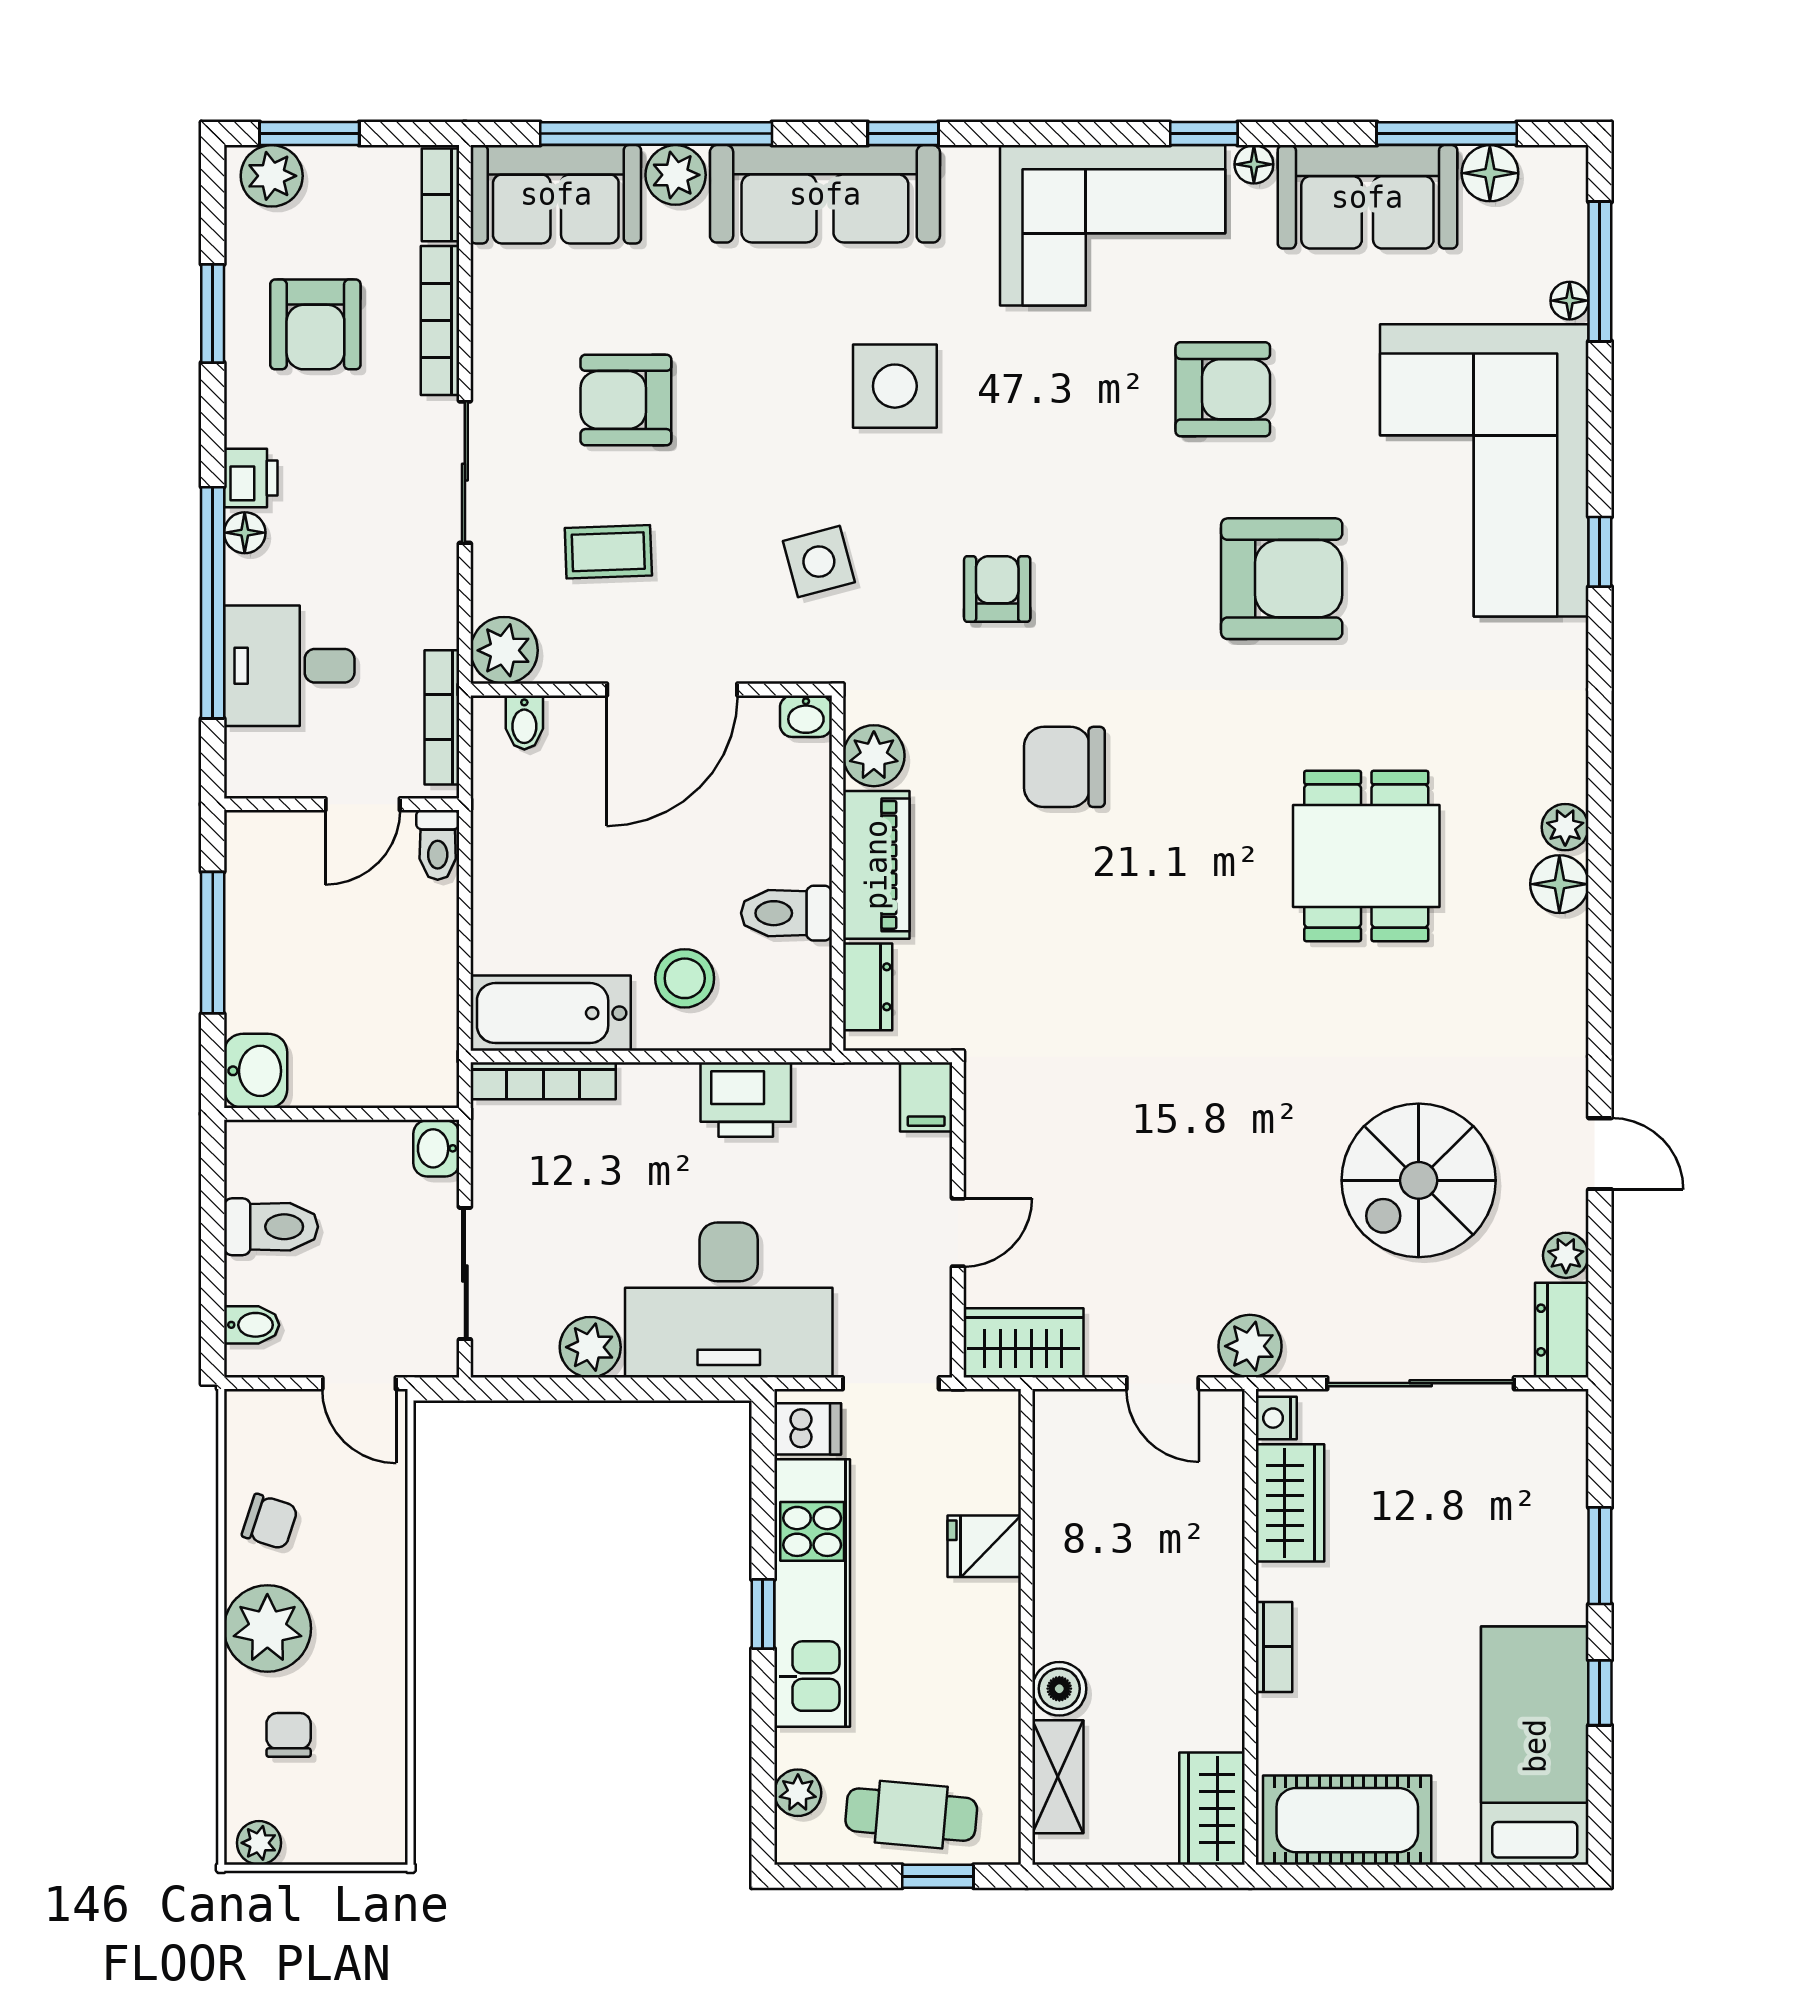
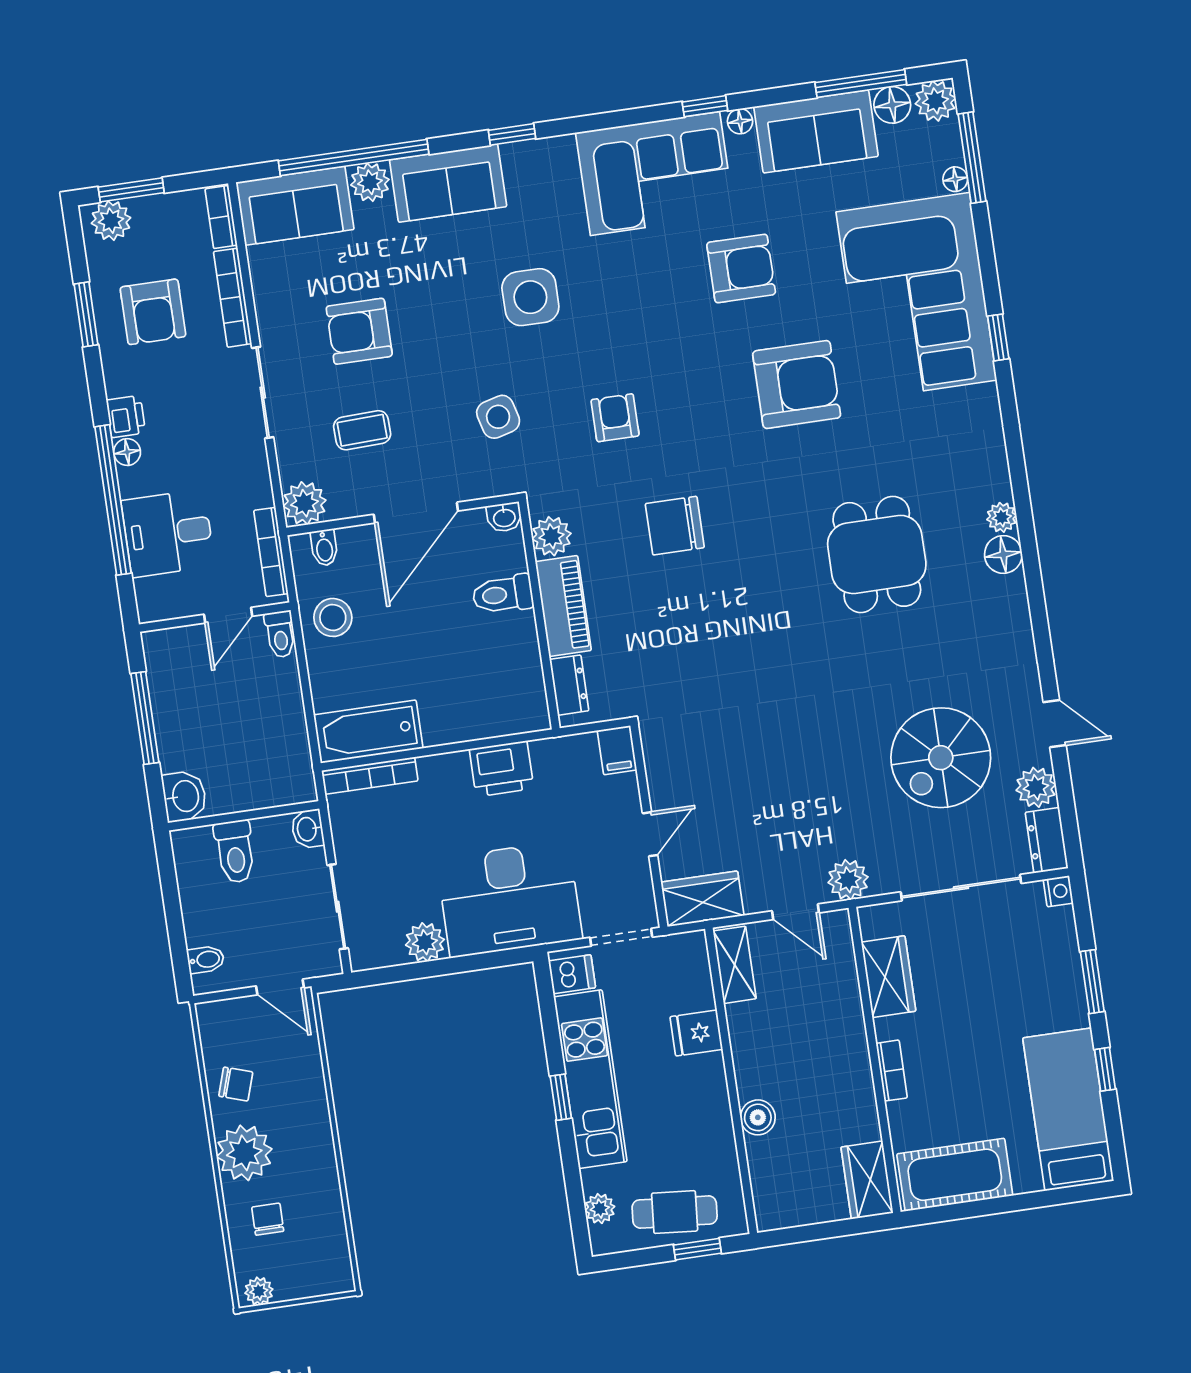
plant: (1557, 177) -> (935, 101), added
sofa: (825, 194) -> (448, 183), width x0.73
toilet: (786, 913) -> (503, 594), moved
stool: (685, 978) -> (333, 617), moved
toilet: (271, 1227) -> (235, 852), moved, turned 90
plant: (1566, 1255) -> (1036, 787), width x1.38, depth x1.38
nightstand: (1276, 1418) -> (1058, 891), moved, turned 180
shelving: (1058, 1777) -> (735, 965), moved

